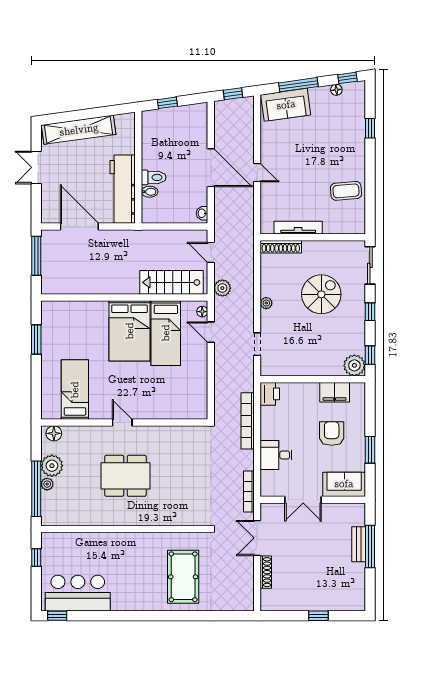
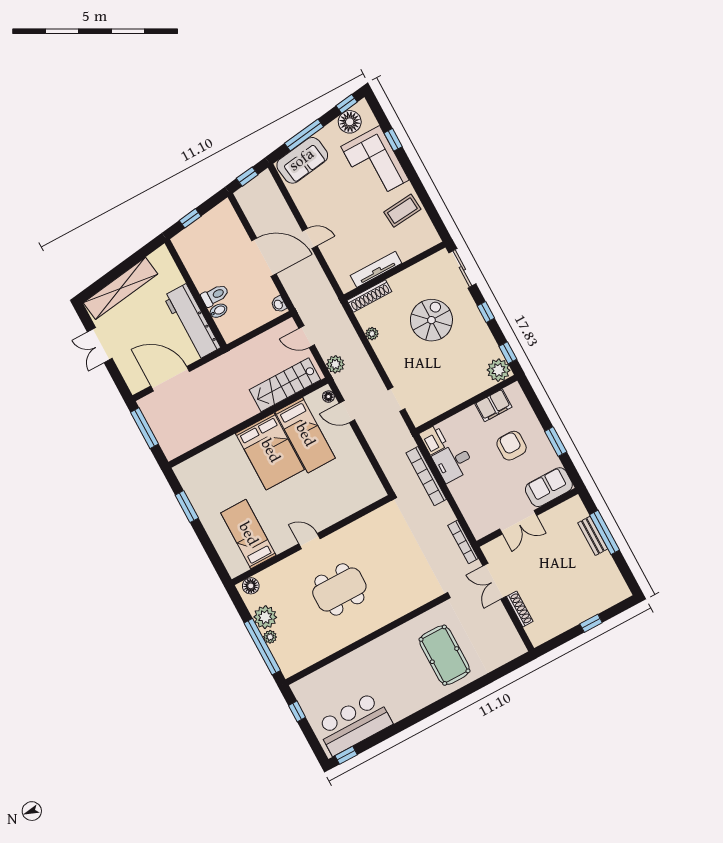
floor lamp: (336, 90) -> (350, 122), width x1.89, depth x1.89
corner sofa: (344, 139) -> (375, 163), added
plant: (266, 303) -> (372, 334), moved
desk: (276, 455) -> (453, 462), moved

